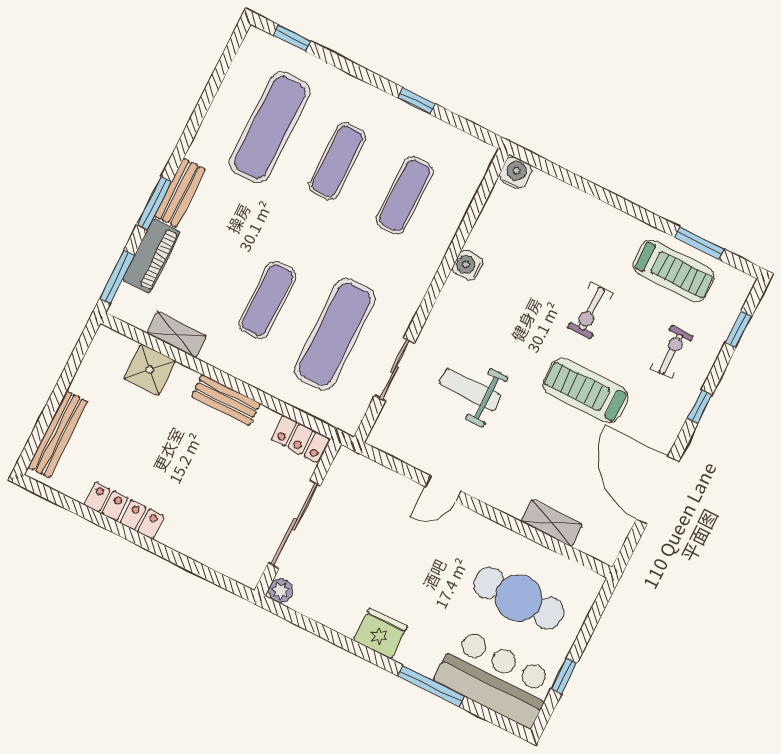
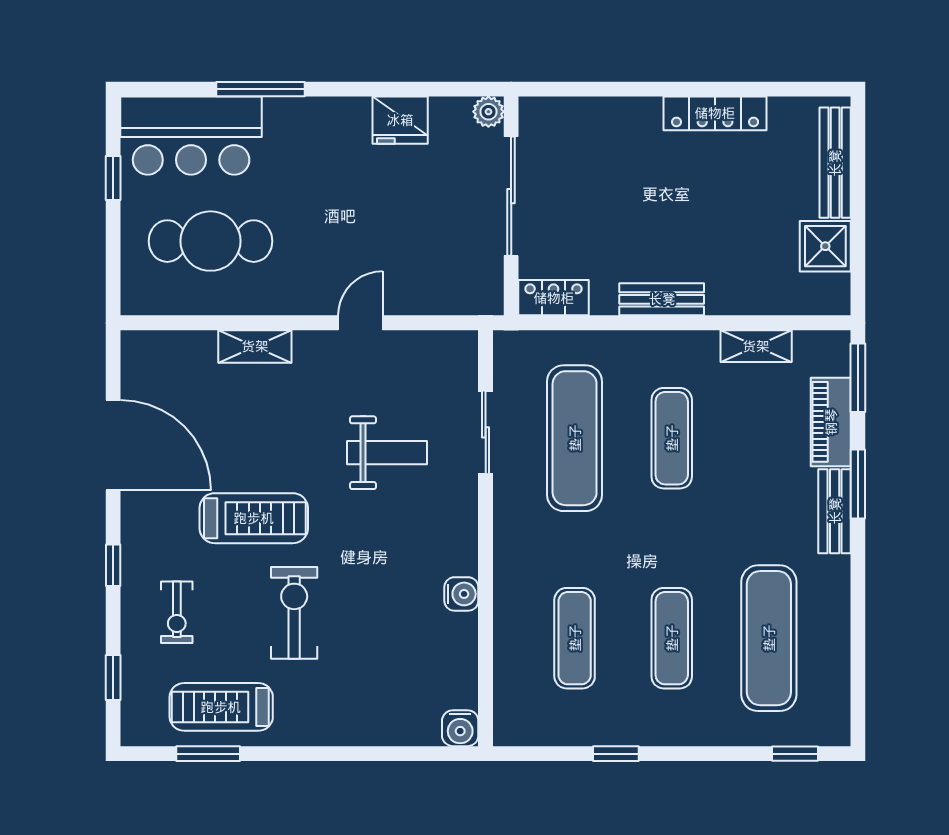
exercise bike: (590, 311) -> (294, 613), width x1.38, depth x1.39
shower: (150, 370) -> (825, 246), moved
shelving: (552, 523) -> (255, 346), moved
fridge: (380, 634) -> (400, 120), moved

